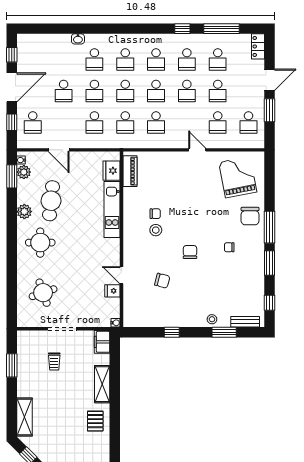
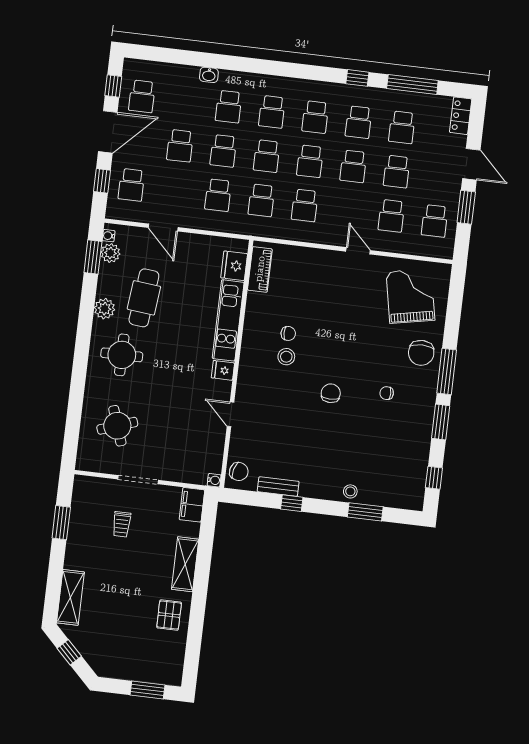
school desk: (33, 60) -> (142, 96), added
door: (269, 80) -> (471, 164), hinge flipped
chair: (162, 281) -> (239, 472), moved
fridge: (112, 291) -> (223, 370), moved
bench: (245, 322) -> (278, 486), moved

